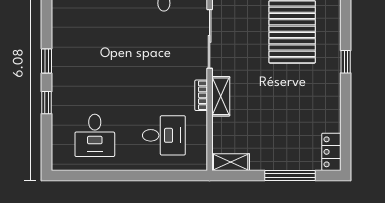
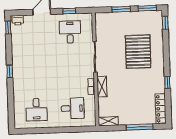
window: (346, 62) -> (167, 82), moved
window: (47, 103) -> (10, 93), removed
locker: (331, 152) -> (161, 109), width x1.53

